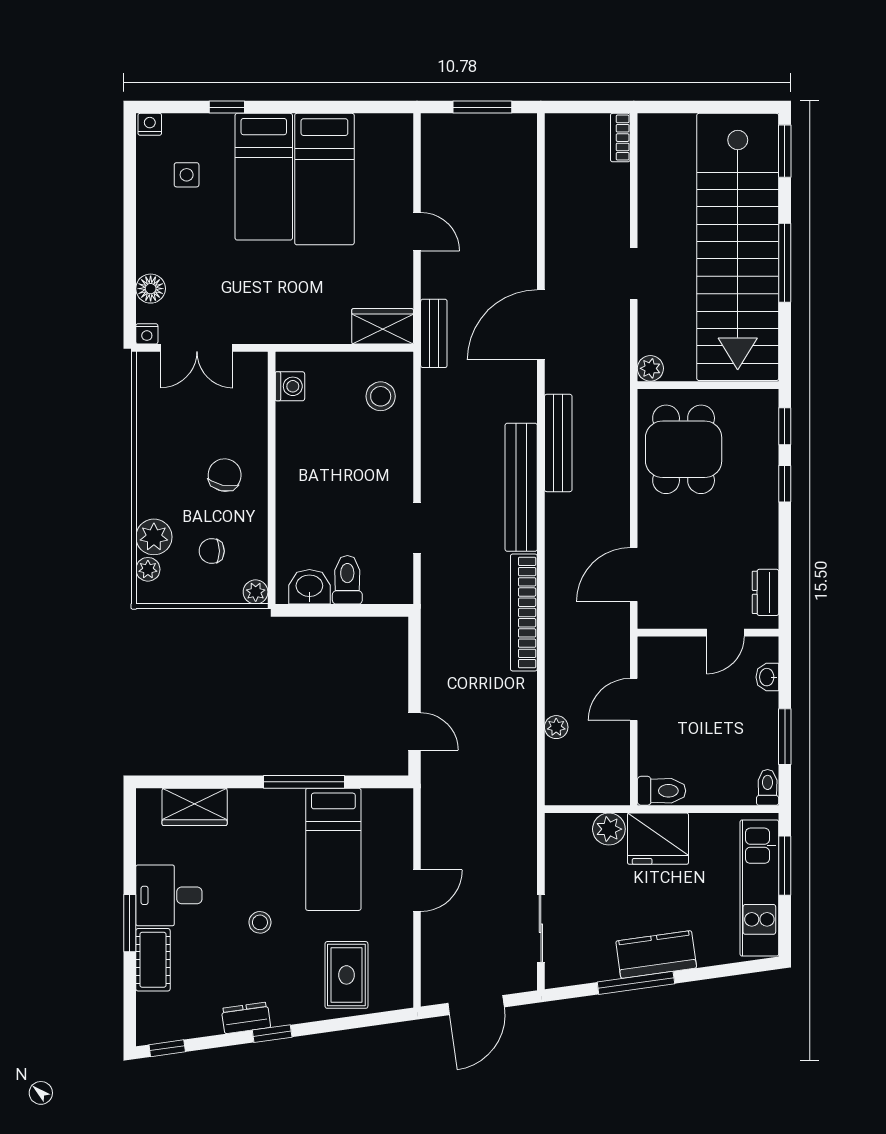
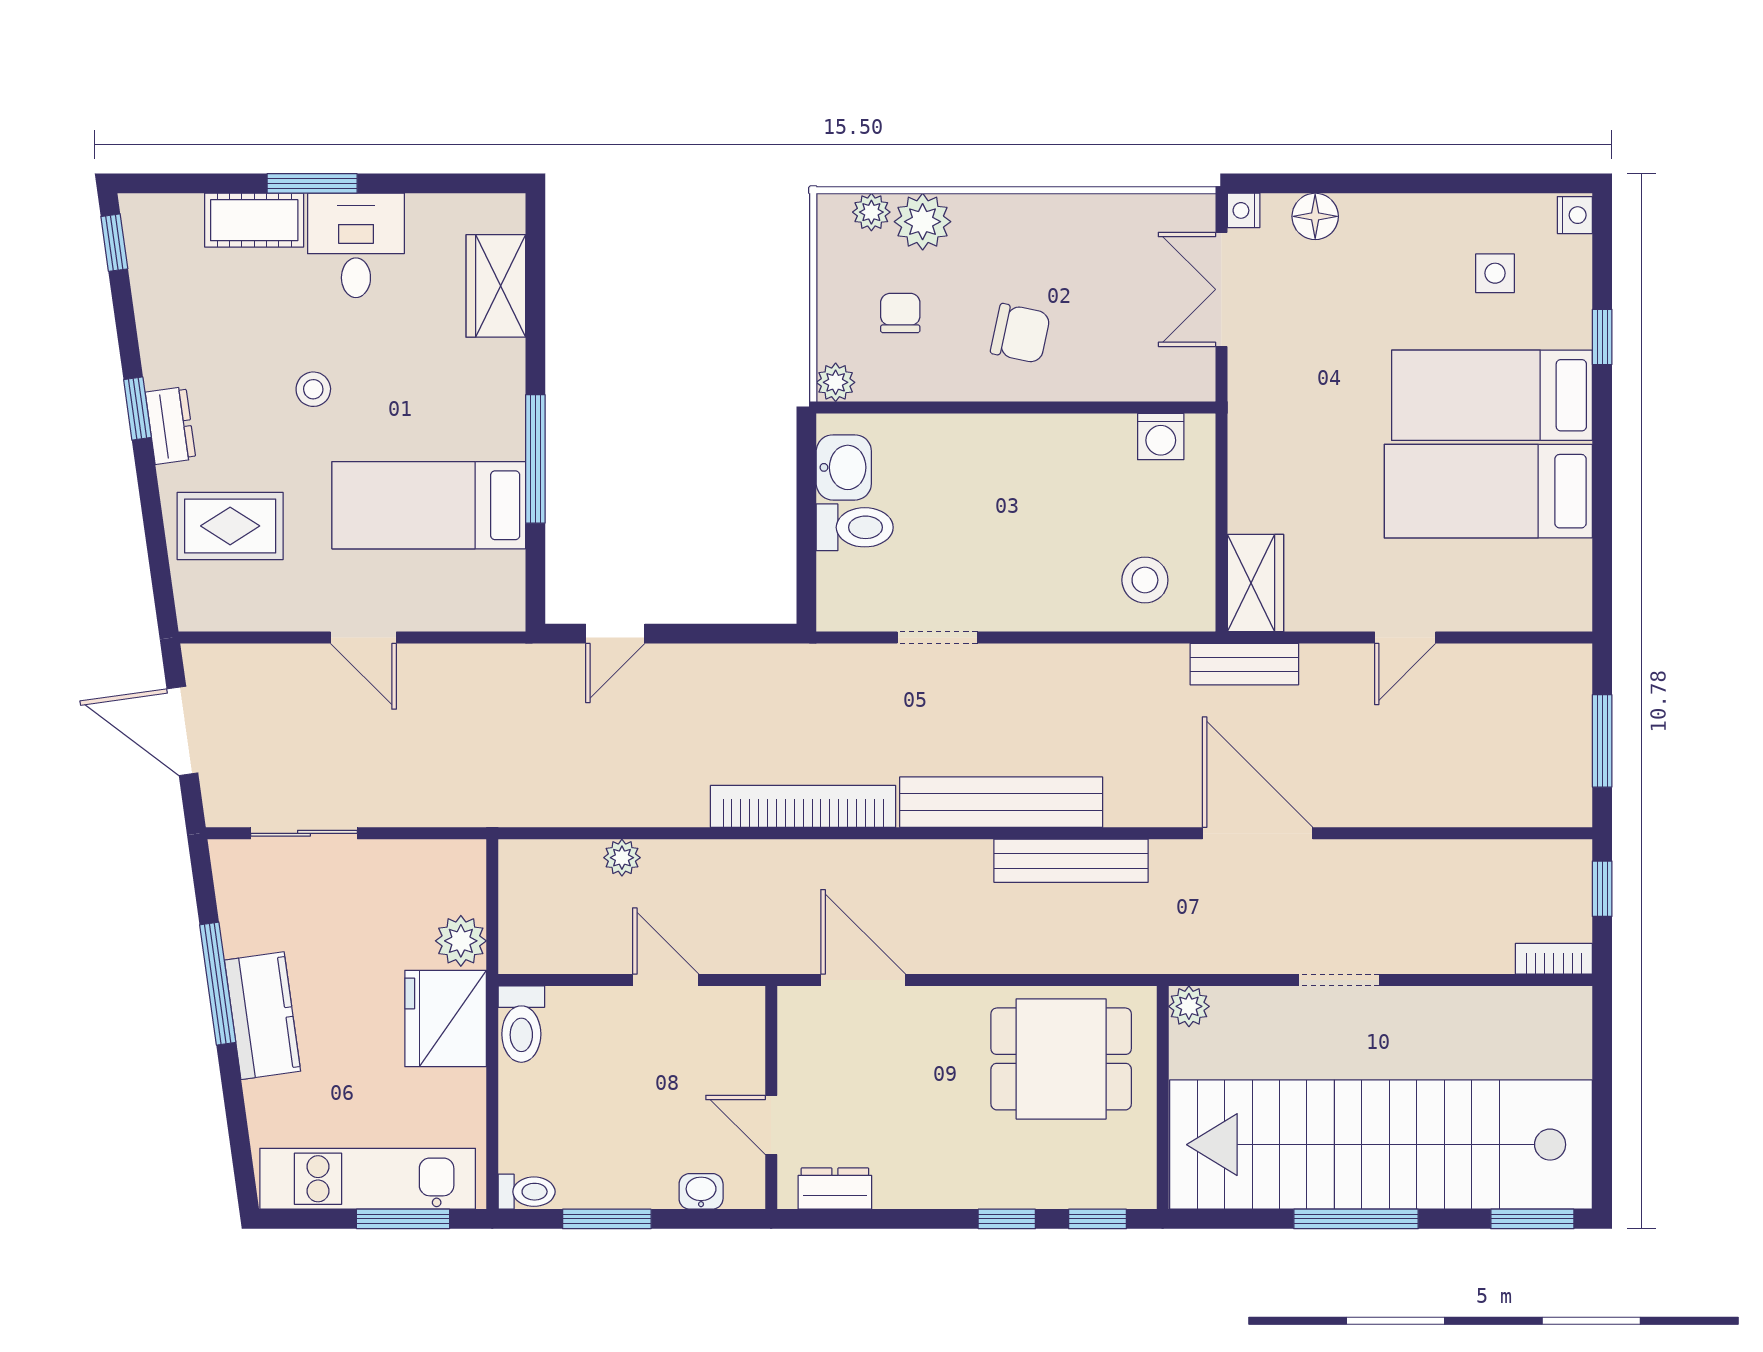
window: (576, 107) -> (1602, 889), added
dresser: (246, 1018) -> (171, 426), moved

